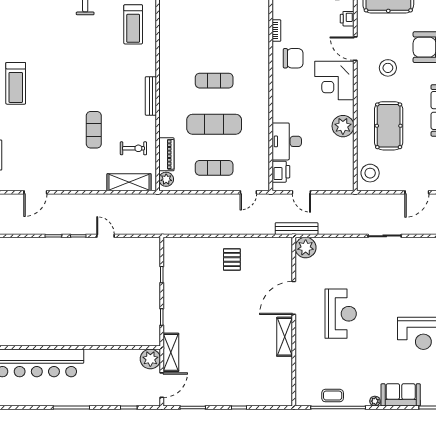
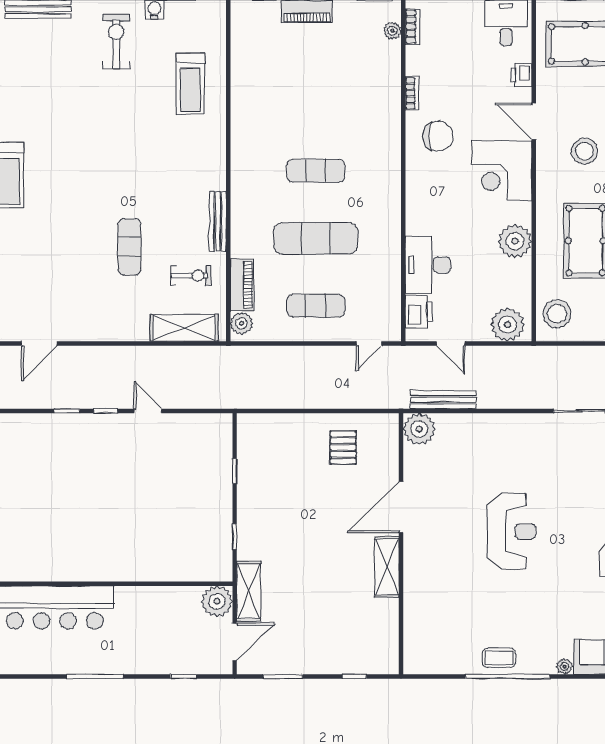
bench: (151, 96) -> (218, 221), moved
plant: (338, 180) -> (507, 325), added
plant: (306, 248) -> (419, 429), moved
door: (294, 298) -> (401, 507), moved
wall: (294, 322) -> (401, 544), moved
shelving: (285, 337) -> (387, 567), moved

